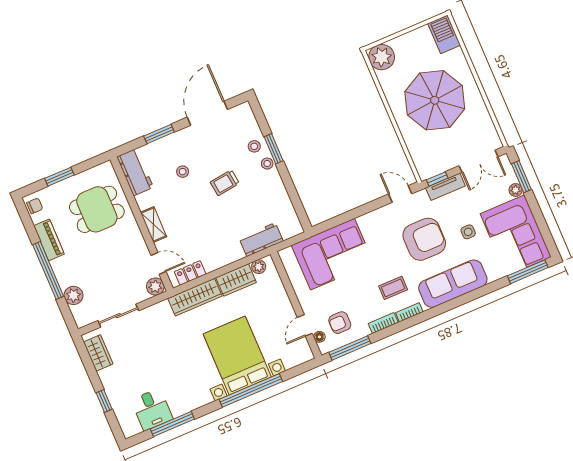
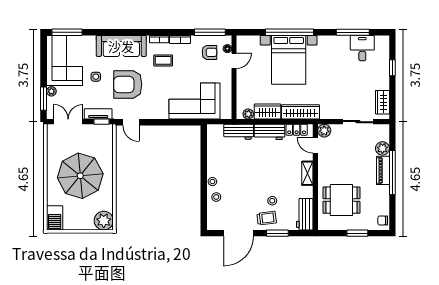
window: (274, 149) -> (204, 190), removed
trolley: (225, 183) -> (267, 218), moved
piano: (49, 240) -> (383, 170), moved
workbench: (223, 256) -> (269, 132), added

